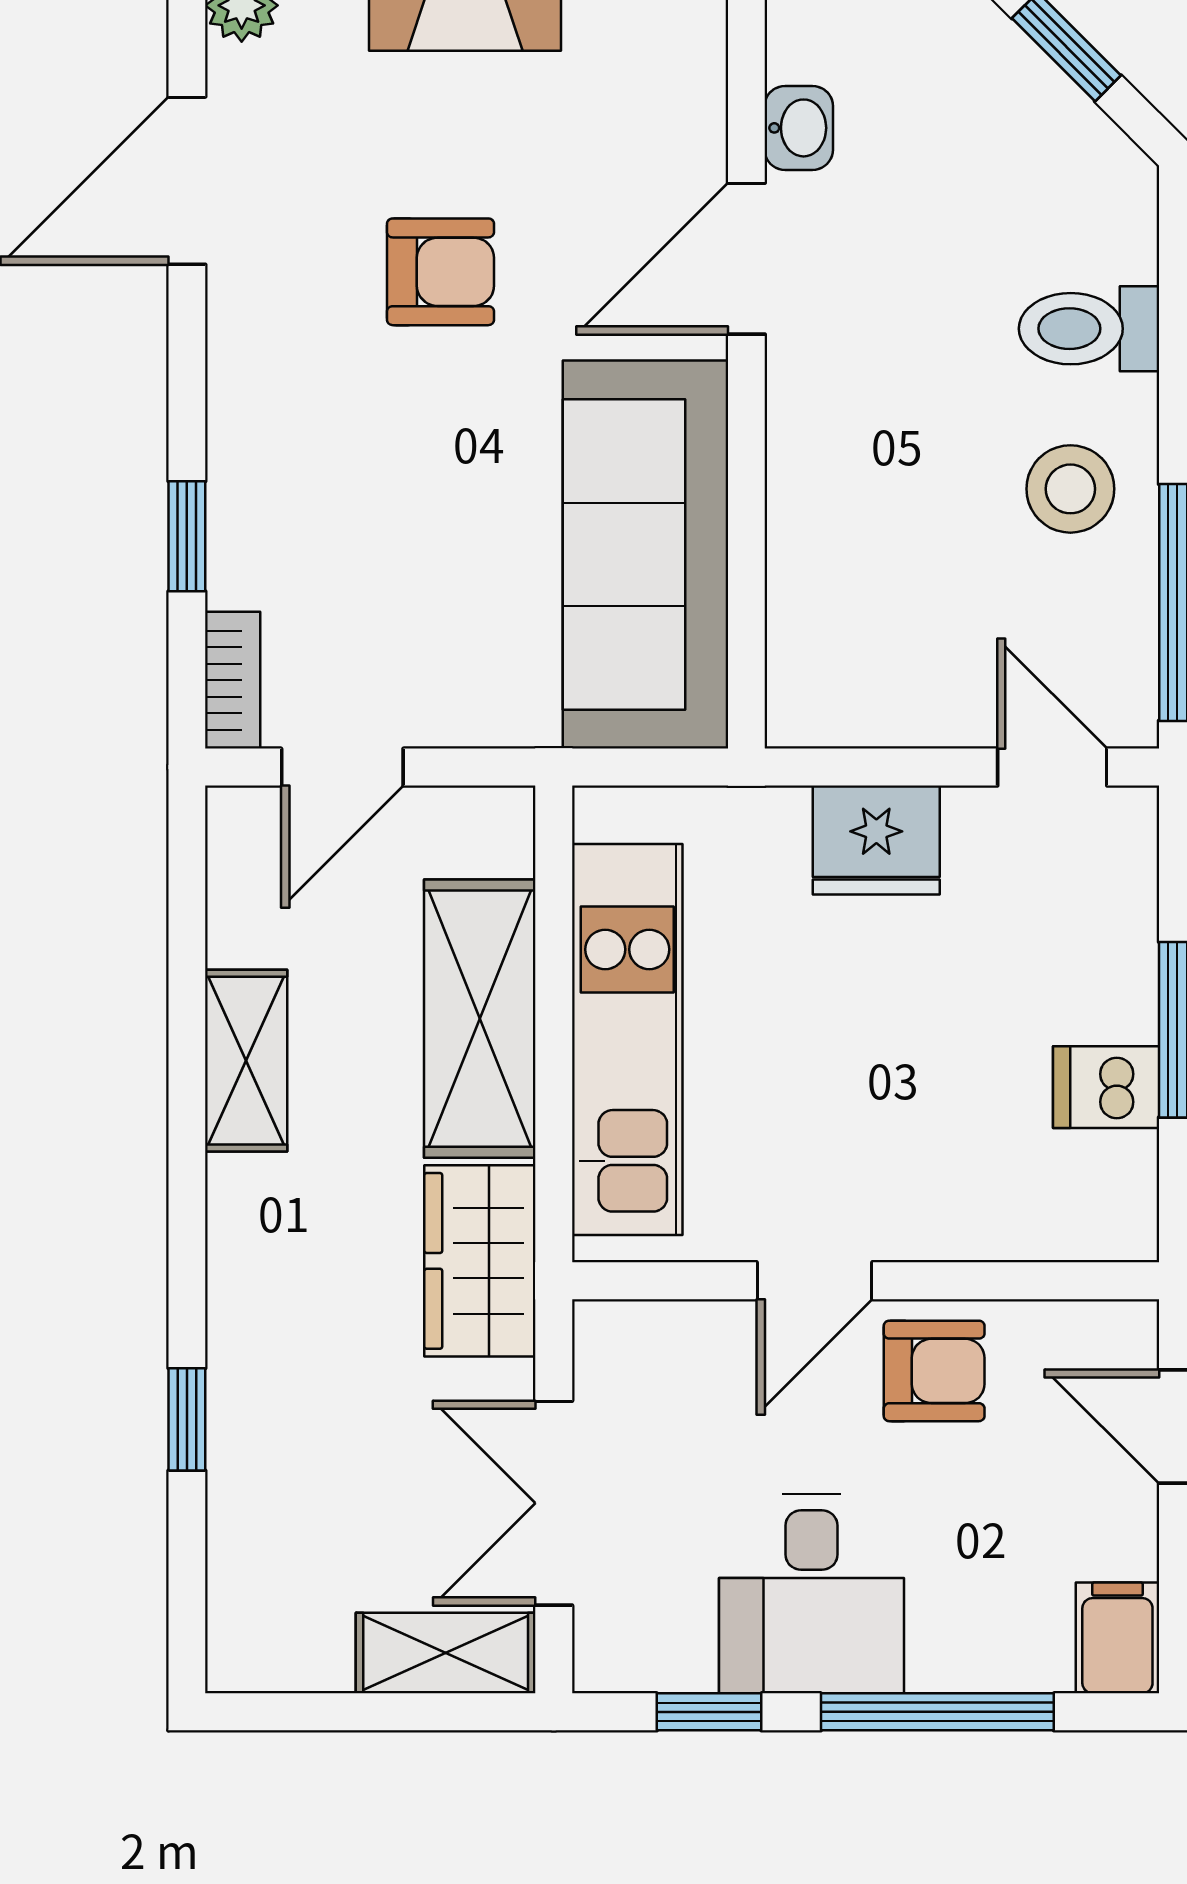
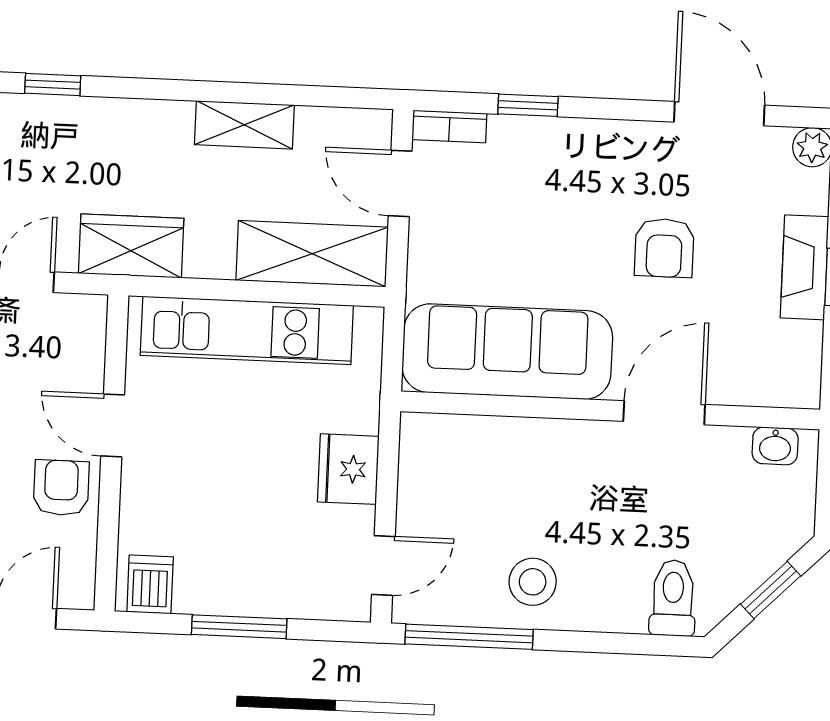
washbasin: (799, 128) -> (775, 446), moved
door: (746, 259) -> (664, 413), hinge flipped
toilet: (1089, 329) -> (673, 598), moved
shelving: (480, 1019) -> (312, 254), moved
dishwasher: (1106, 1087) -> (150, 584), moved
armchair: (934, 1371) -> (61, 488), turned 180

